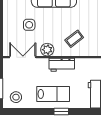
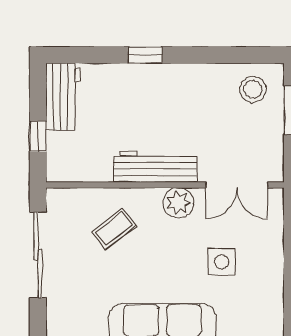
workbench: (62, 65) -> (155, 167), width x1.38
lab bench: (53, 94) -> (164, 97), removed

